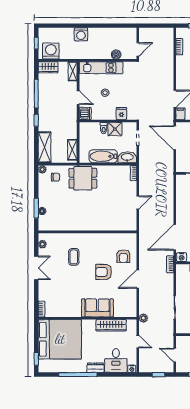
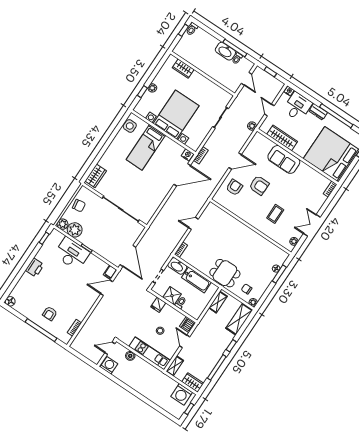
washing machine: (81, 34) -> (109, 365), moved

